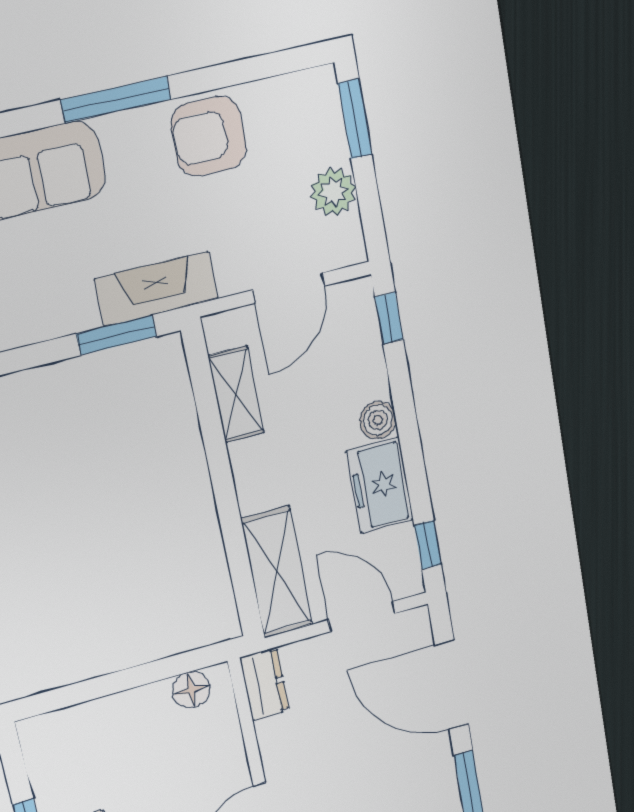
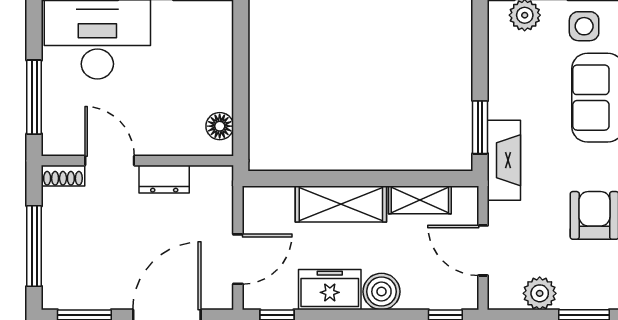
boiler: (378, 420) -> (381, 292), width x1.36, depth x1.36
shelving: (277, 572) -> (341, 204), moved
dresser: (264, 684) -> (164, 179), moved

